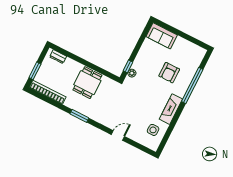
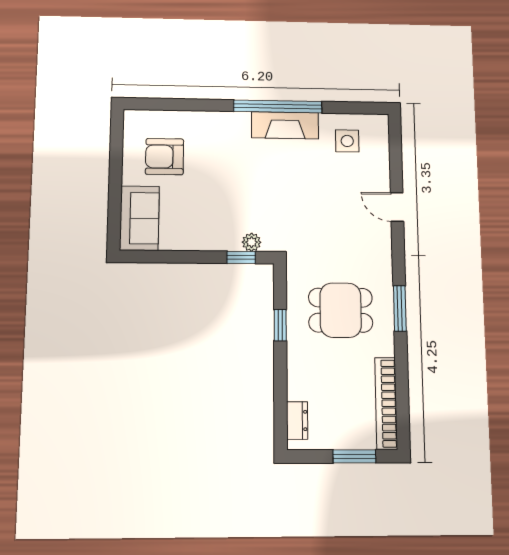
window: (96, 68) -> (280, 325), added
armchair: (169, 73) -> (165, 157), moved, turned 180
dining table: (87, 83) -> (341, 310), moved
window: (192, 85) -> (278, 106), moved

